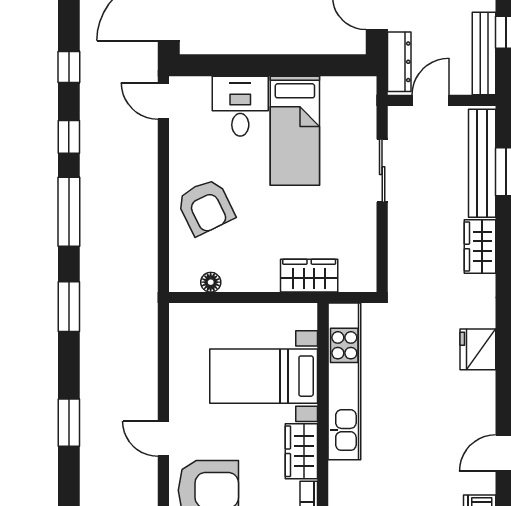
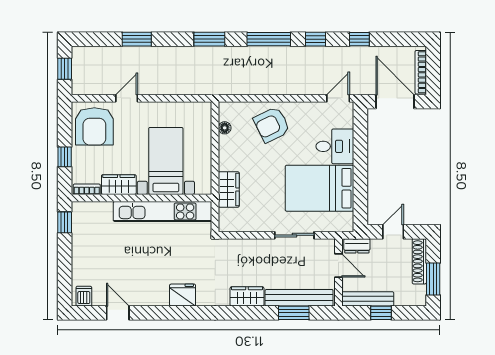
dresser: (399, 62) -> (357, 246), width x0.70
bed: (295, 131) -> (319, 188), width x1.50

